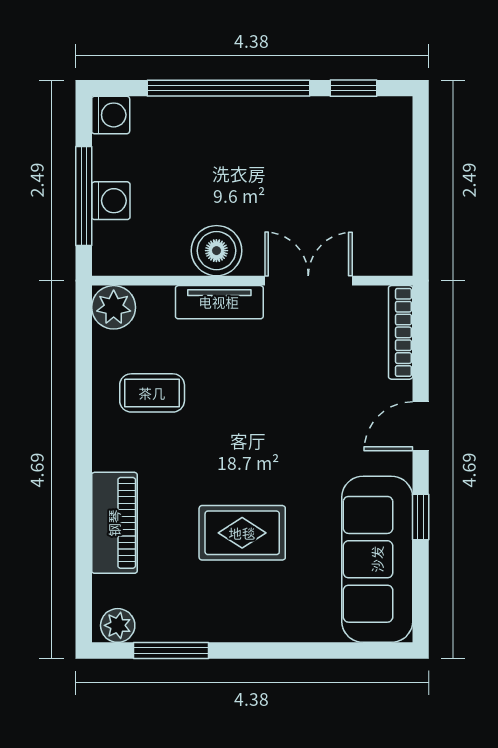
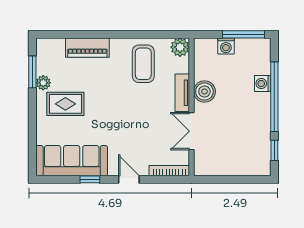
washing machine: (111, 115) -> (263, 84), moved, turned 90
window: (84, 196) -> (243, 34), moved
double door: (308, 281) -> (192, 131), swing flipped
coffee table: (152, 393) -> (143, 64), width x1.36, depth x1.30
rug: (242, 533) -> (65, 104), moved, turned 90
plant: (118, 625) -> (43, 83), moved

